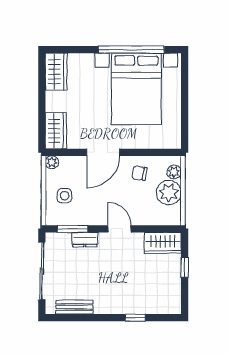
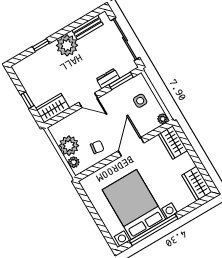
plant: (108, 301) -> (67, 45), added

